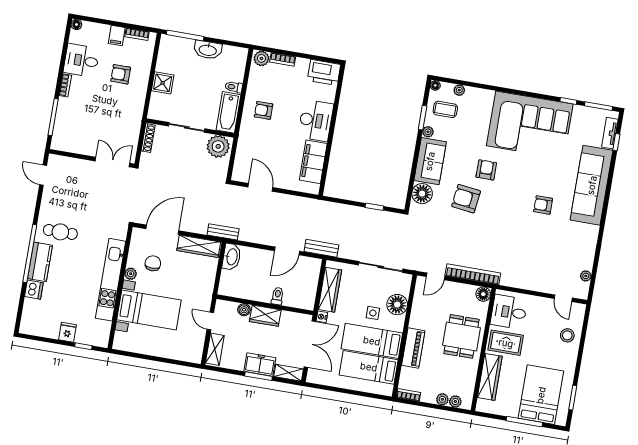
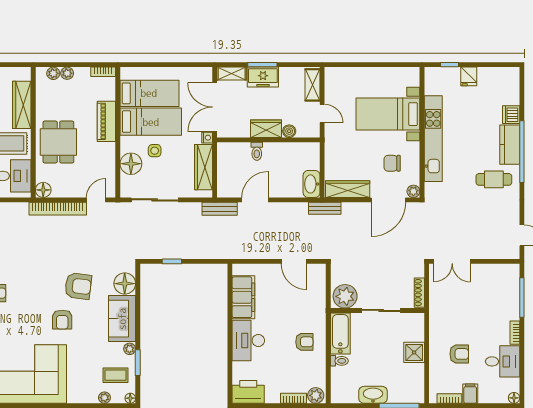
chair: (153, 263) -> (392, 163), turned 90
plant: (131, 274) -> (413, 191), moved

